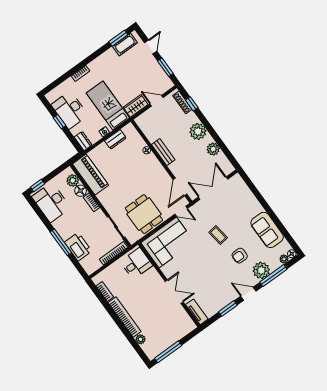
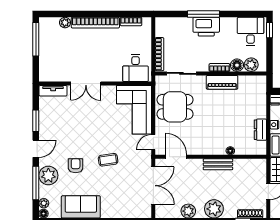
piano: (91, 175) -> (222, 82), moved, width x0.73, depth x0.75
desk: (51, 202) -> (251, 31), width x0.73
printer: (78, 247) -> (206, 27), moved

